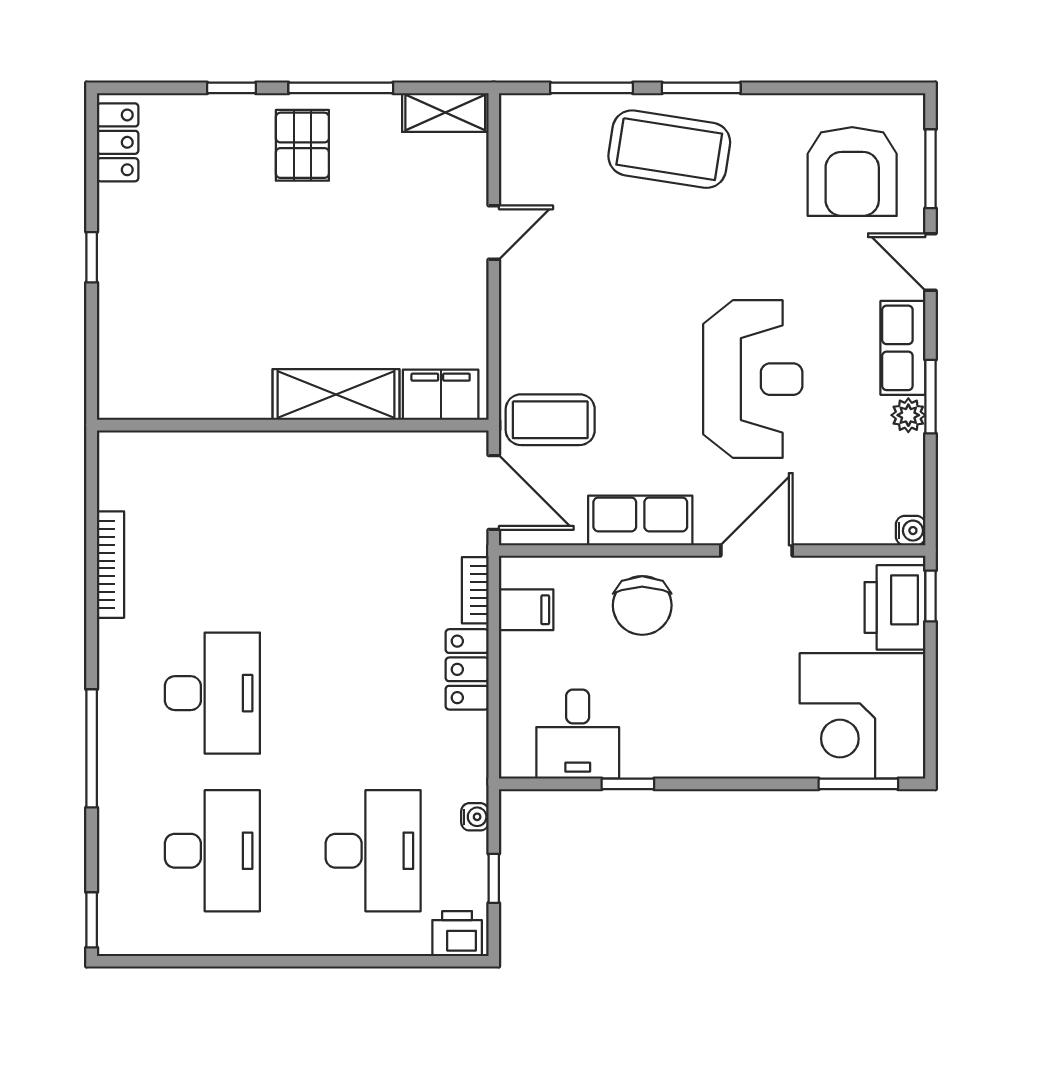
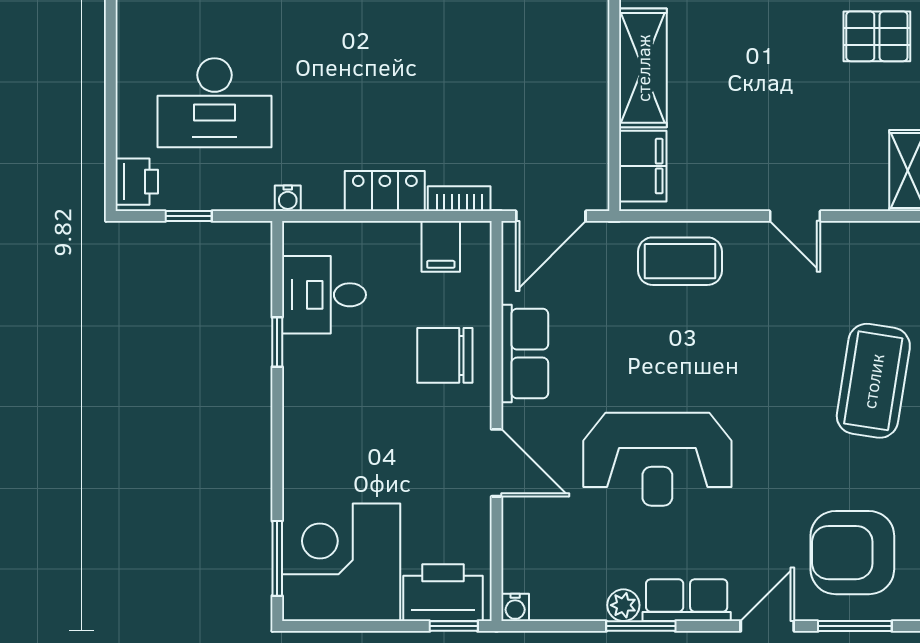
coffee table: (550, 420) -> (680, 261), moved, turned 90
water cooler: (475, 817) -> (288, 198), moved

